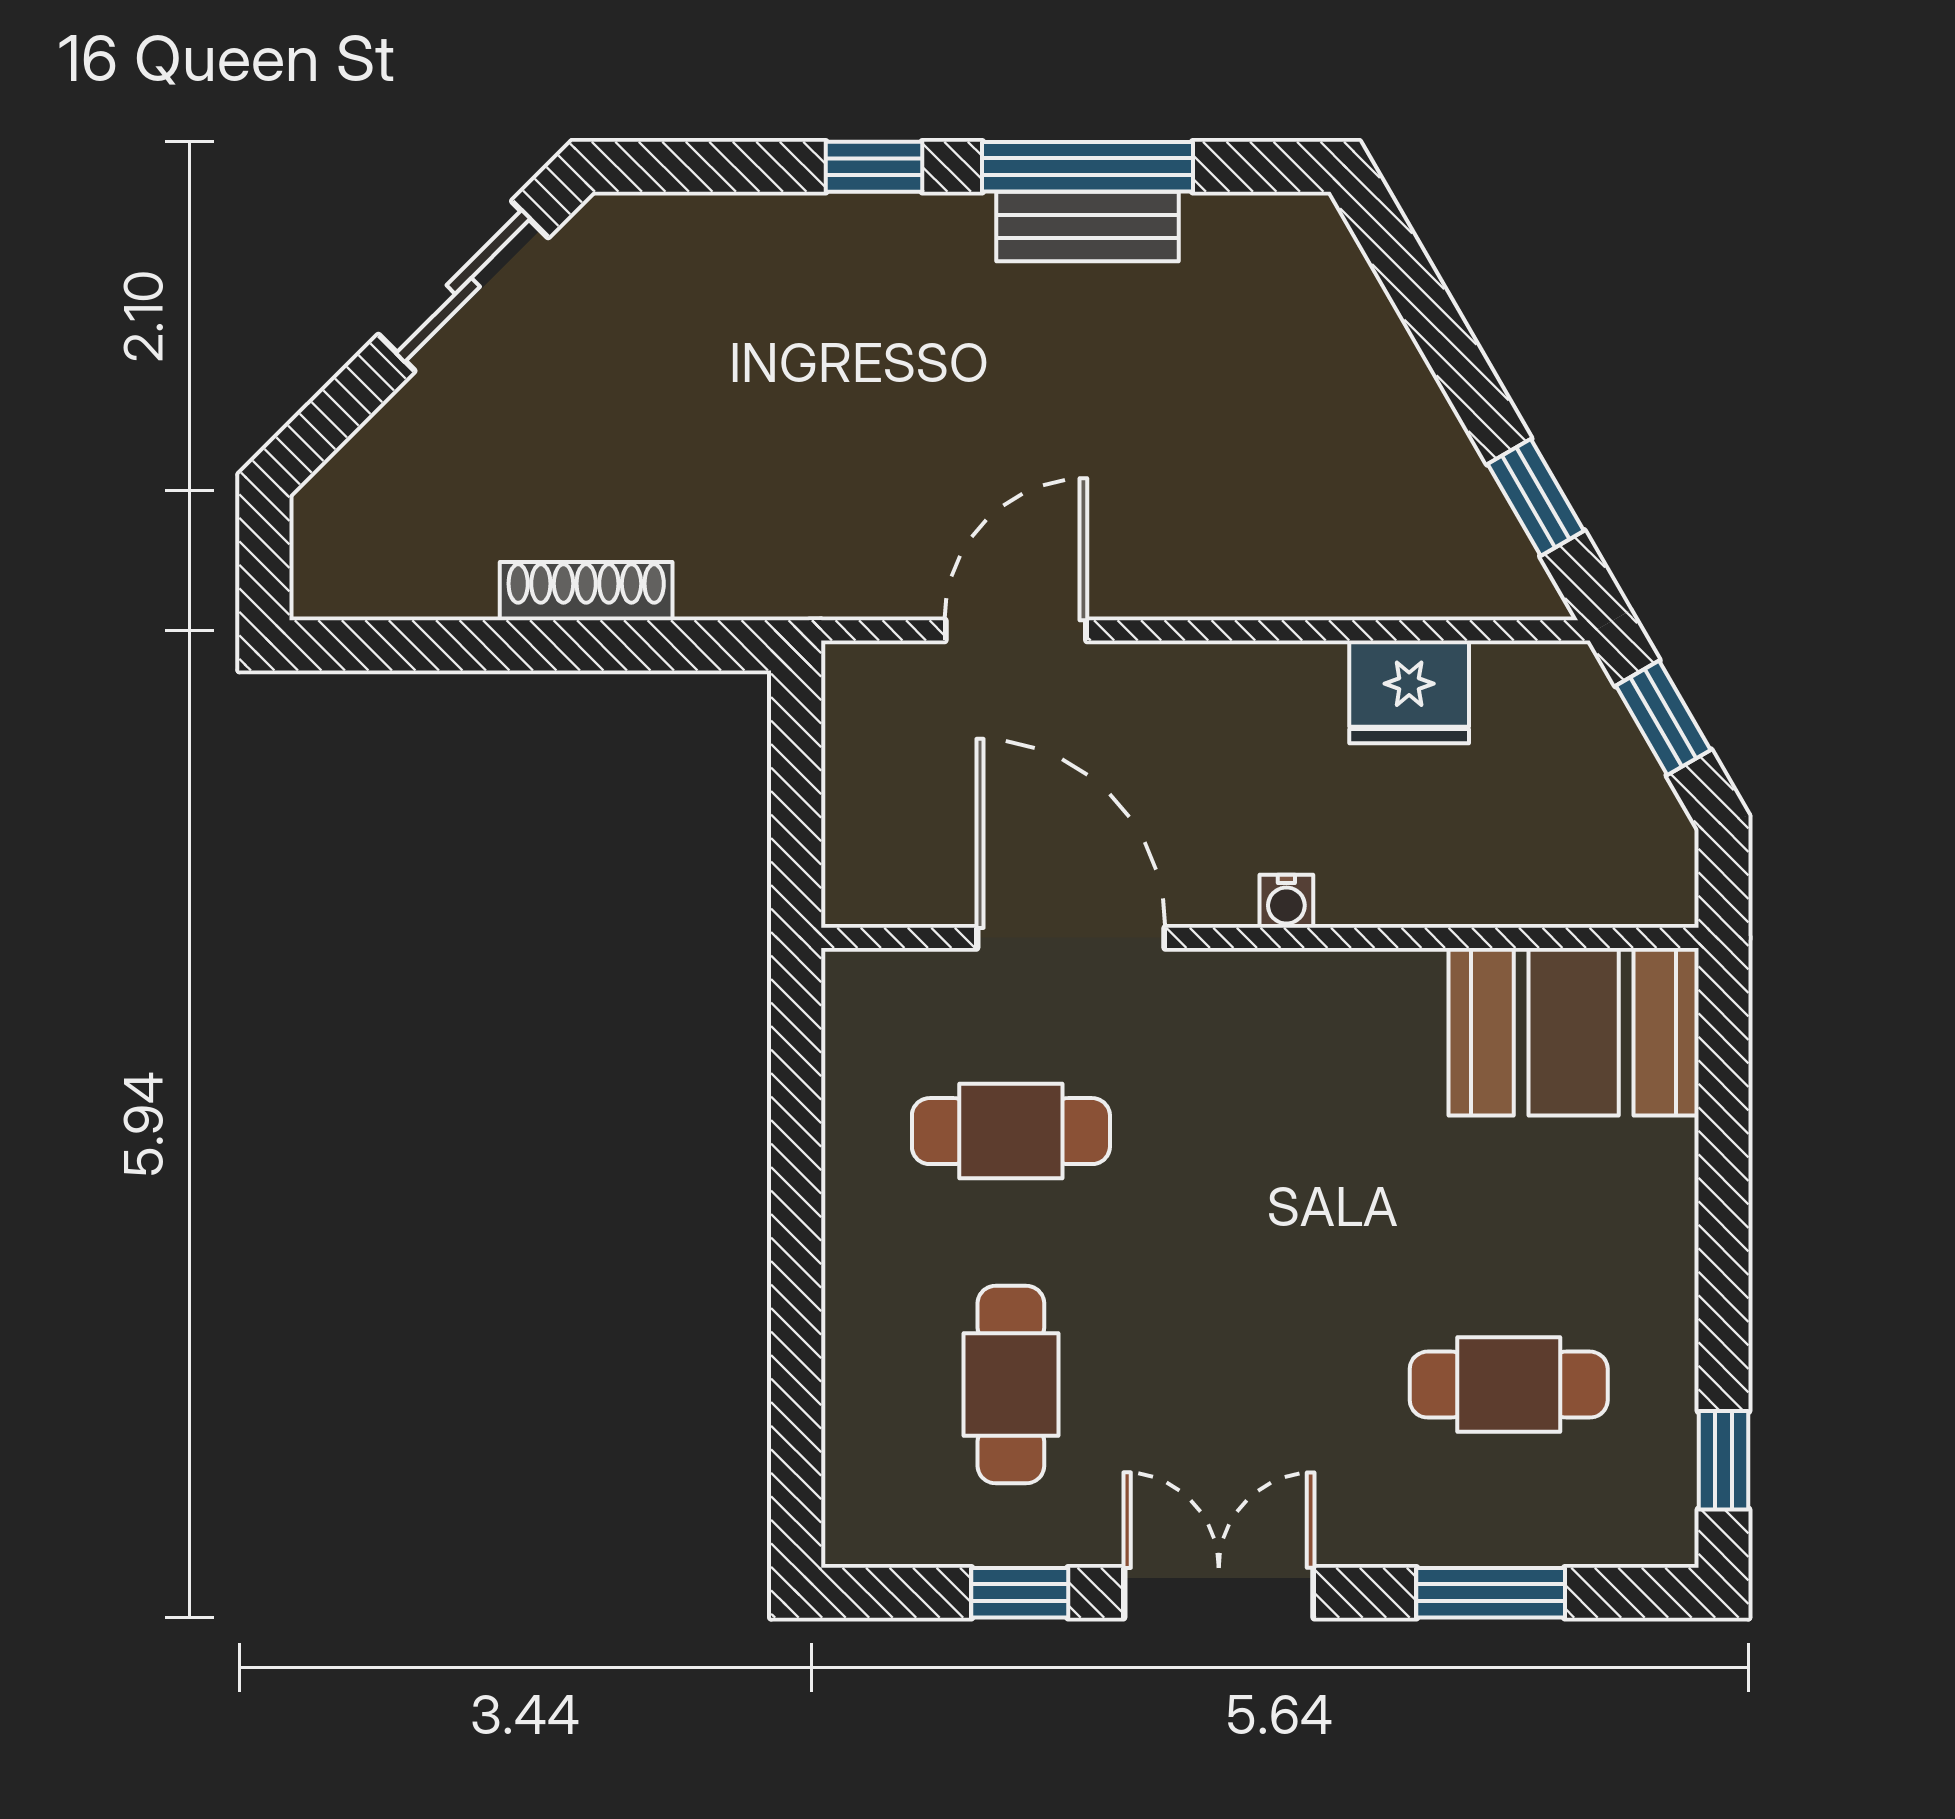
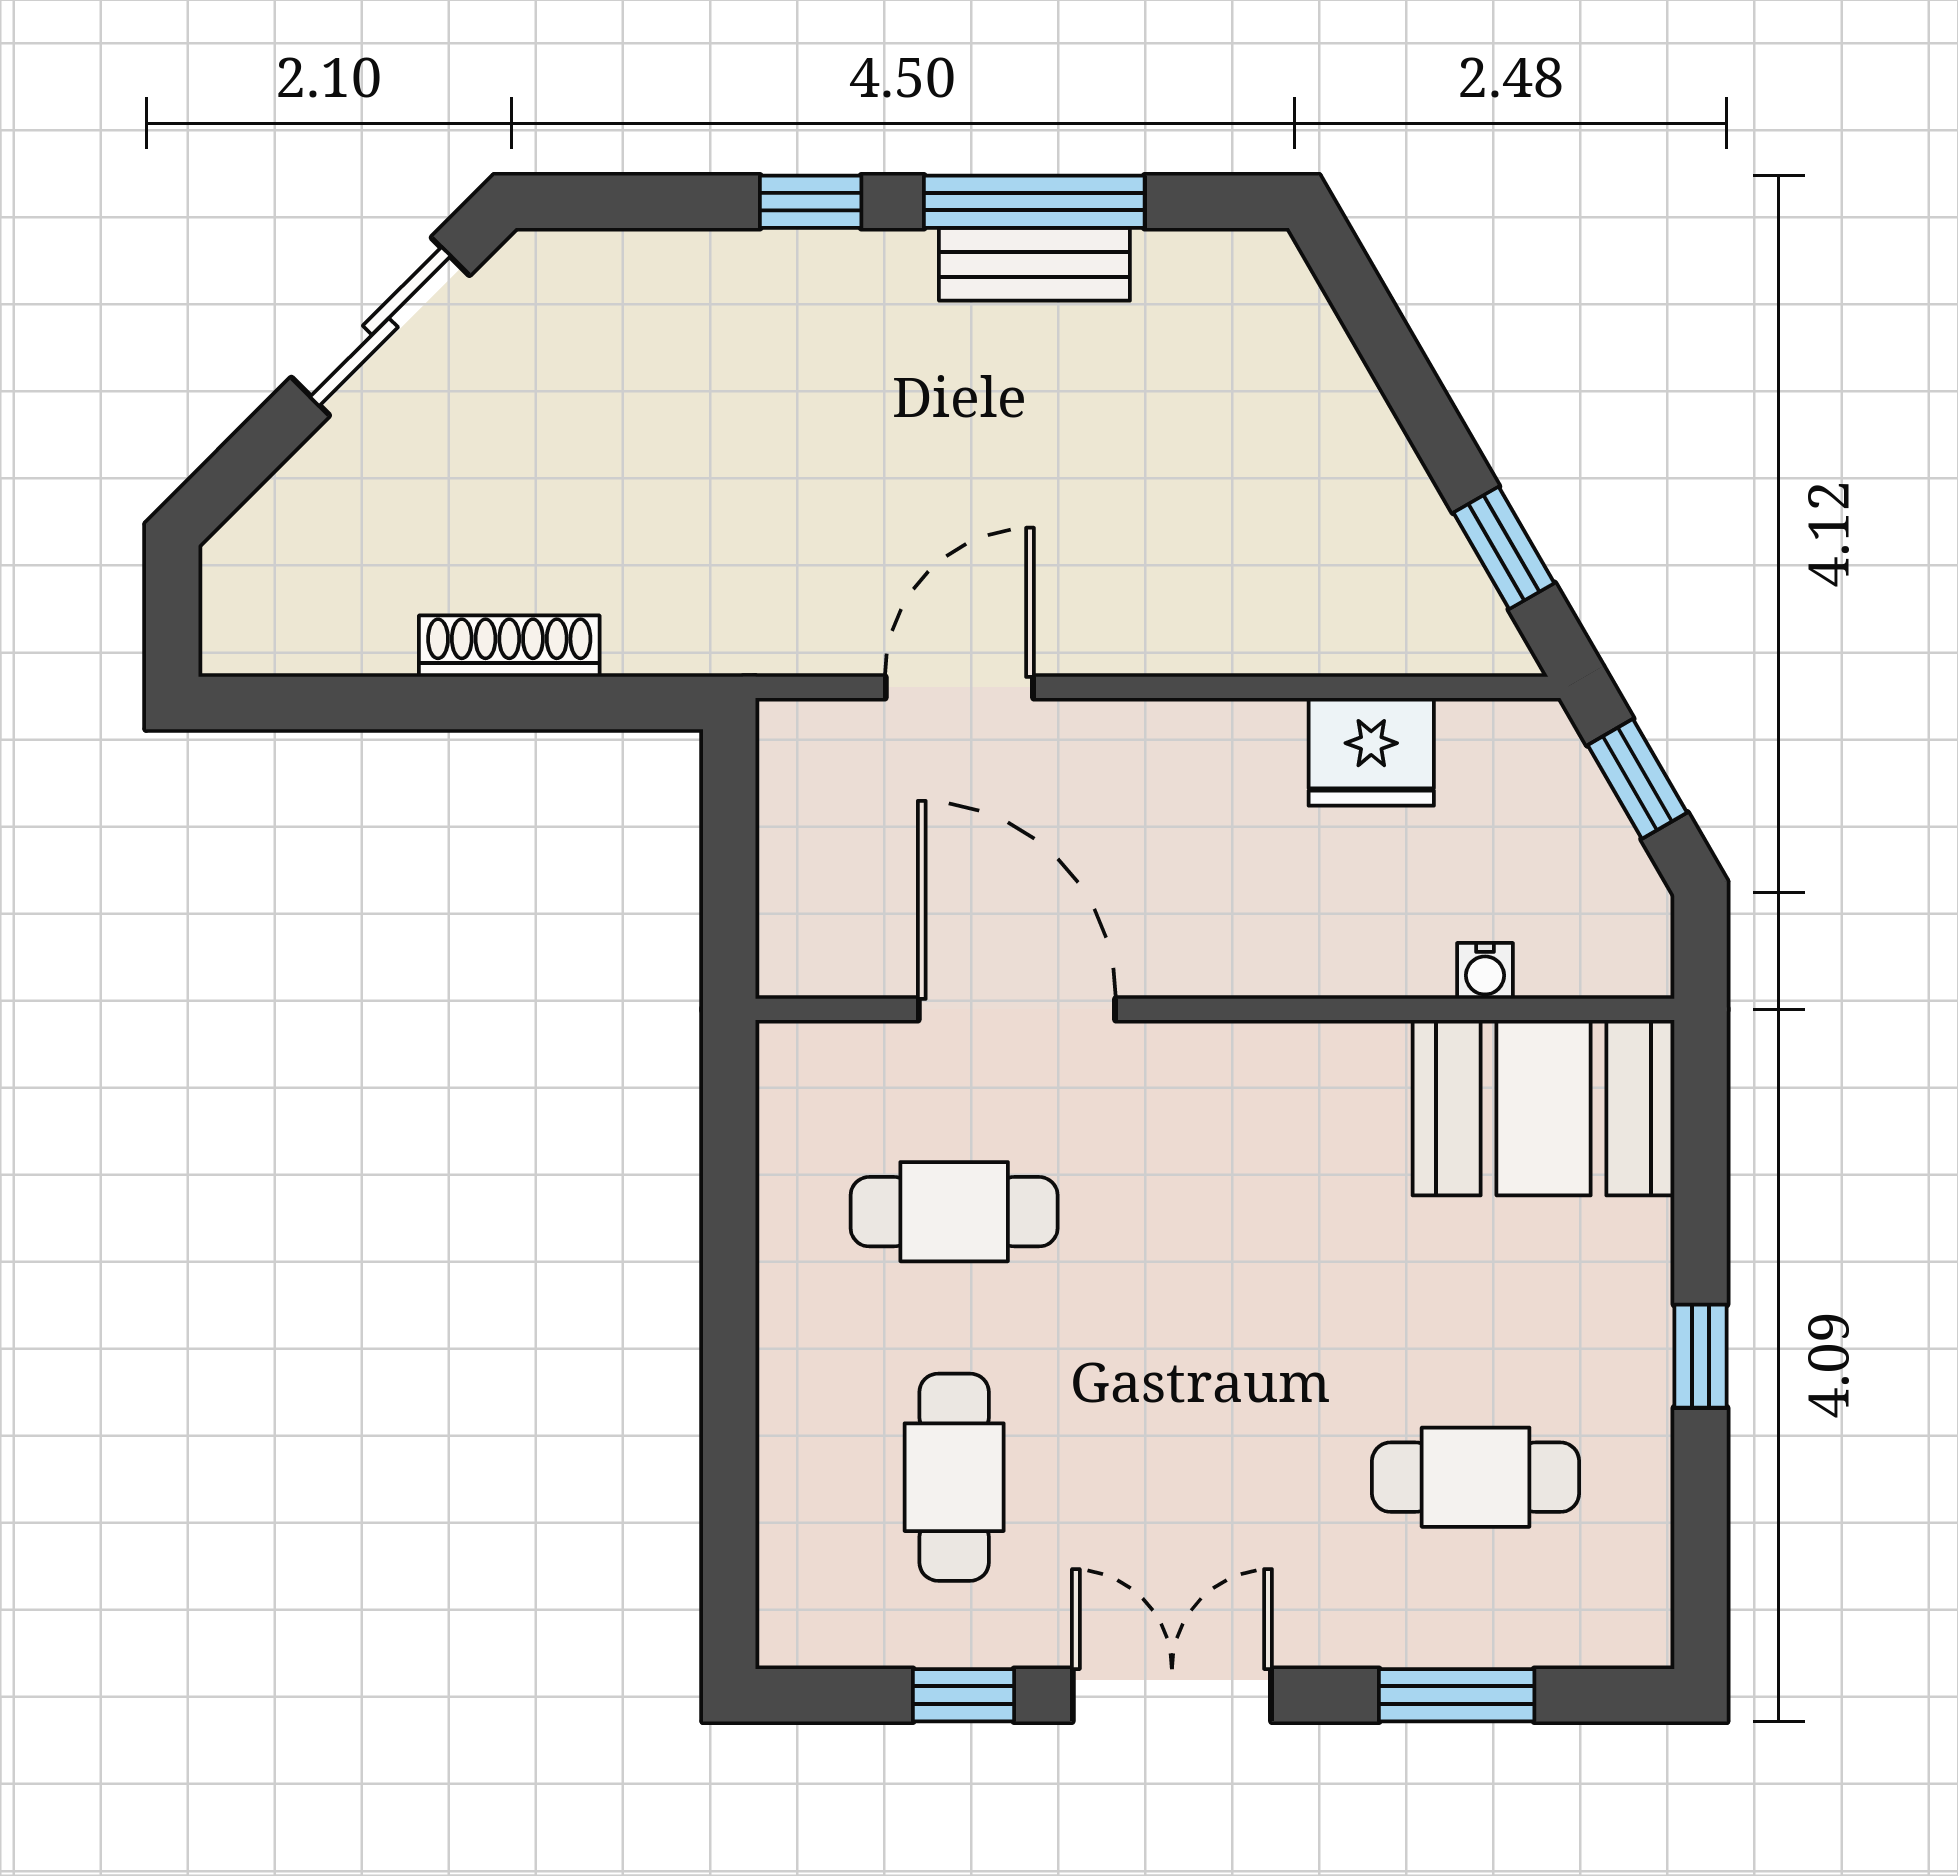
water cooler: (1286, 901) -> (1485, 971), moved
window: (1723, 1460) -> (1701, 1356), moved

